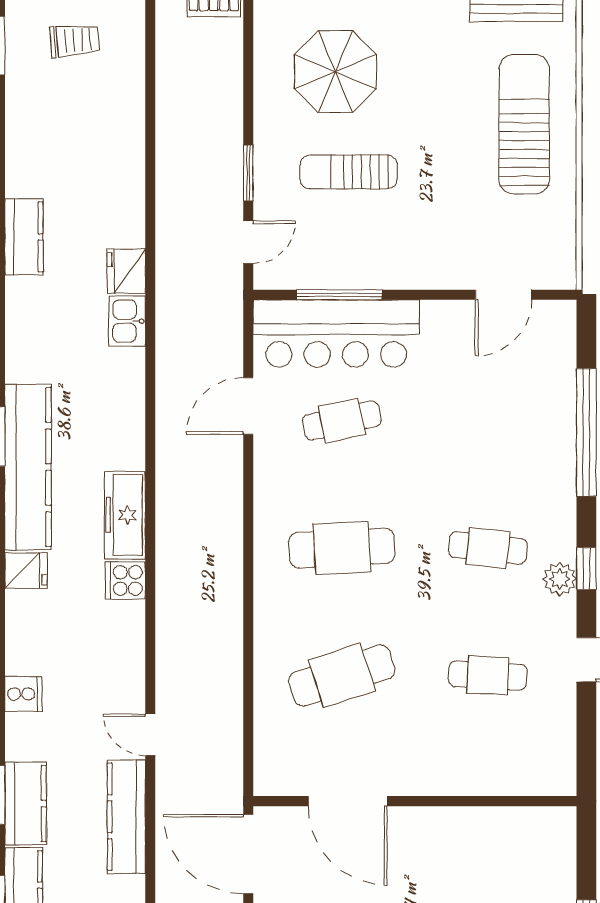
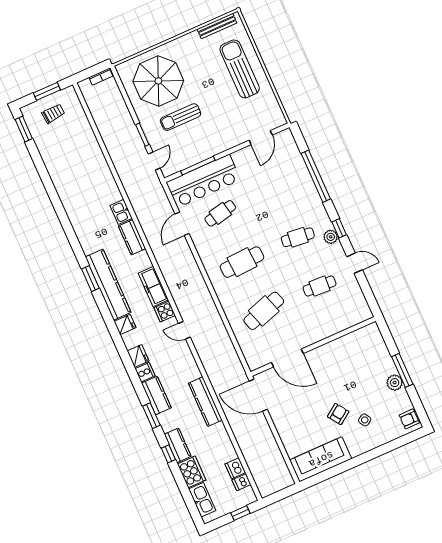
parasol: (335, 72) -> (158, 81), width x1.36, depth x1.36
kitchen counter: (24, 237) -> (132, 237), moved, turned 180
fridge: (126, 271) -> (138, 356), moved, turned 180
door: (150, 735) -> (184, 330), moved
kitchen counter: (26, 804) -> (156, 395), moved

